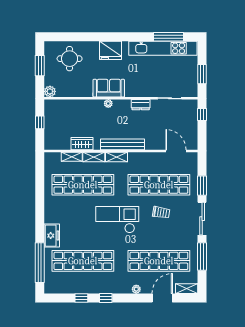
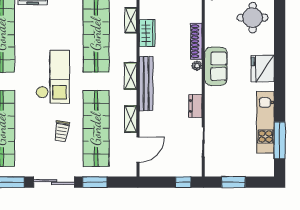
kitchen unit: (163, 48) -> (265, 122), width x0.73
shoe rack: (89, 104) -> (196, 41), added
shelving: (94, 157) -> (131, 119), moved

